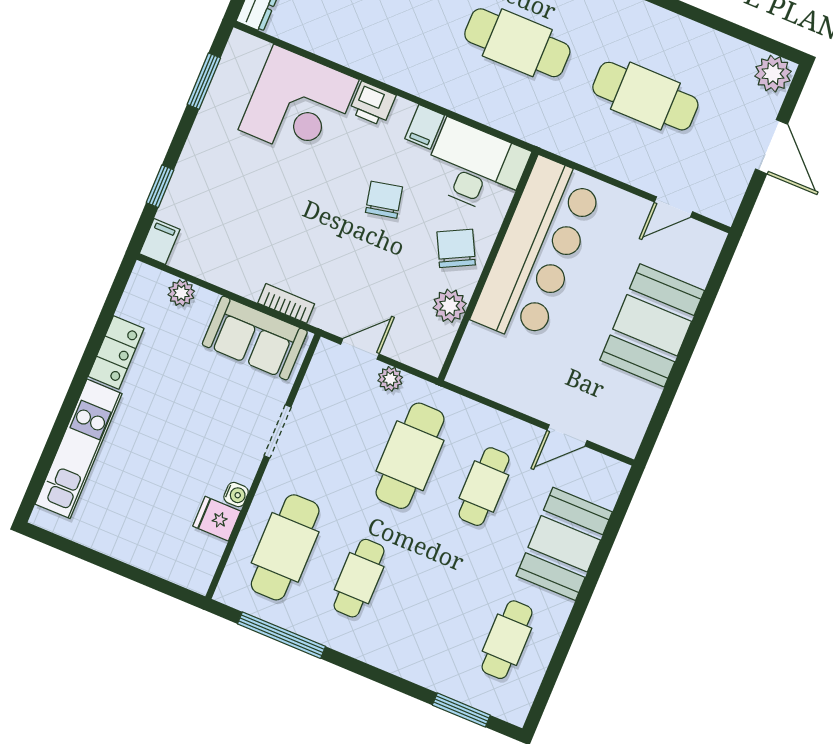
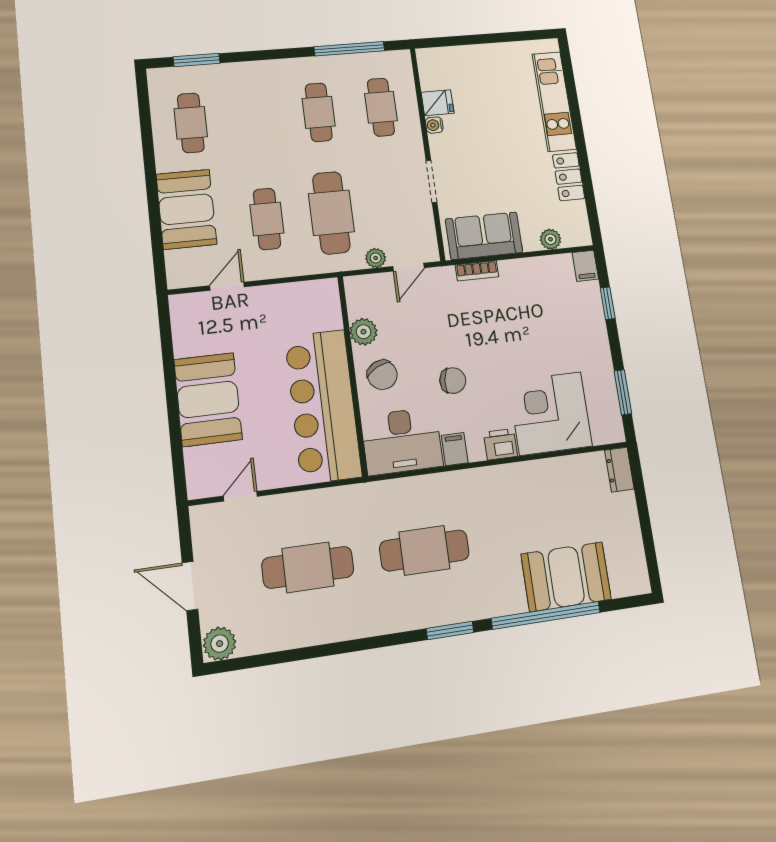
chair: (384, 200) -> (453, 381), turned -72
cafe table: (285, 547) -> (381, 107), width x0.73, depth x0.74

